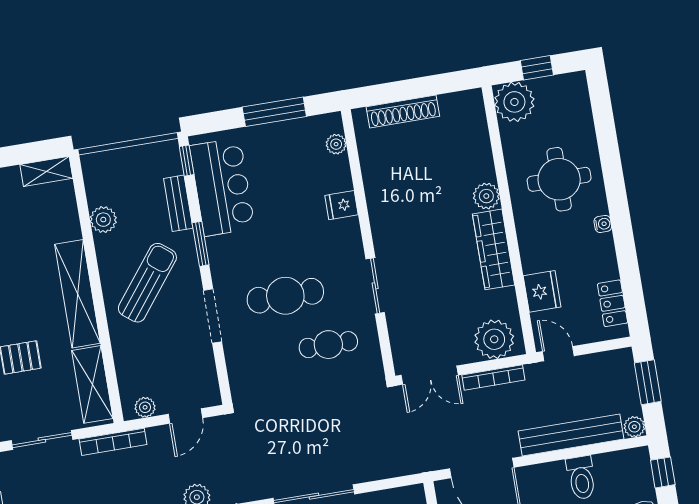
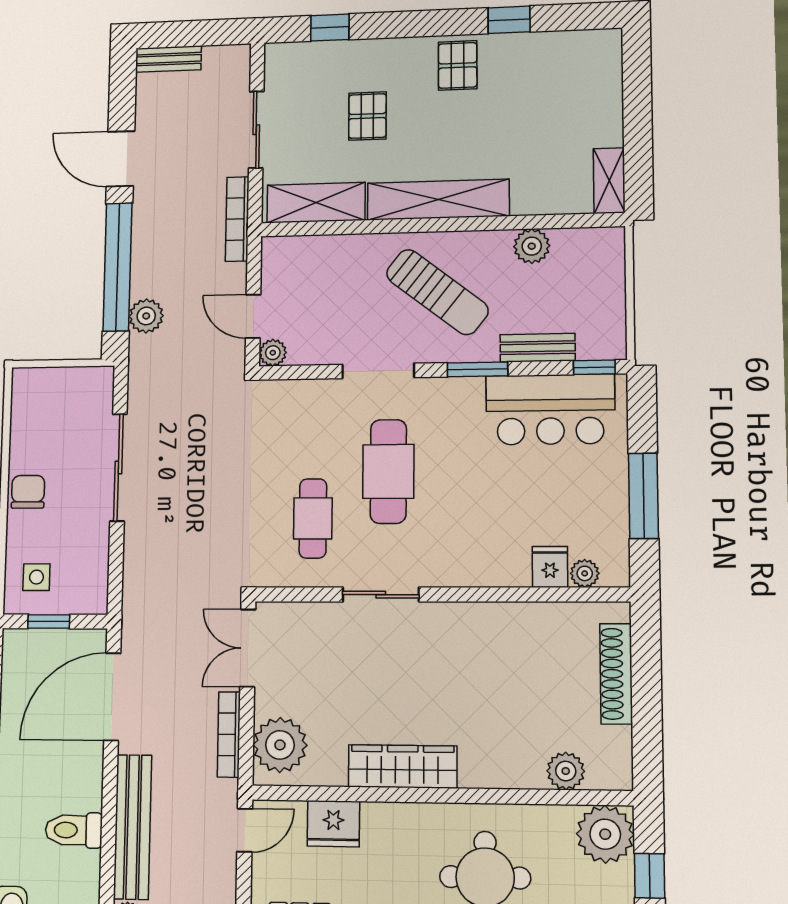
plant: (486, 196) -> (566, 771), moved
fridge: (342, 205) -> (550, 567), moved
plant: (145, 407) -> (273, 353), moved

